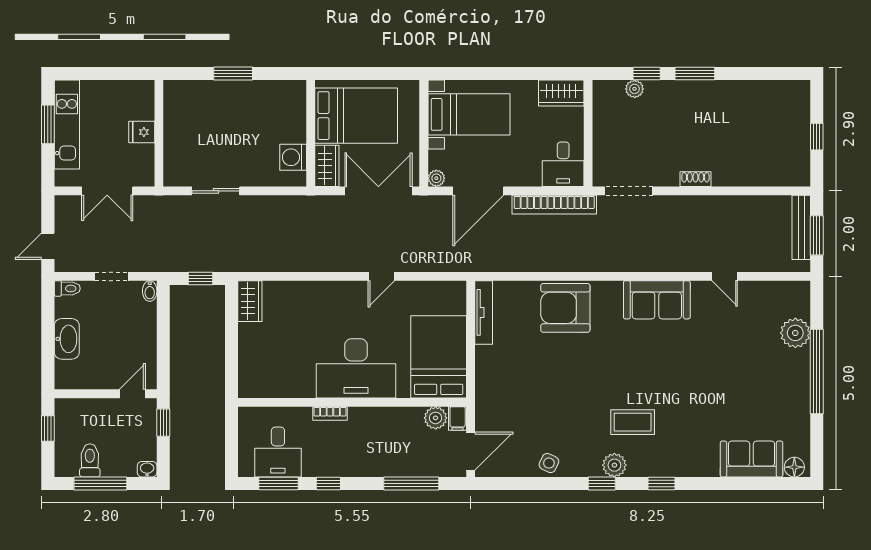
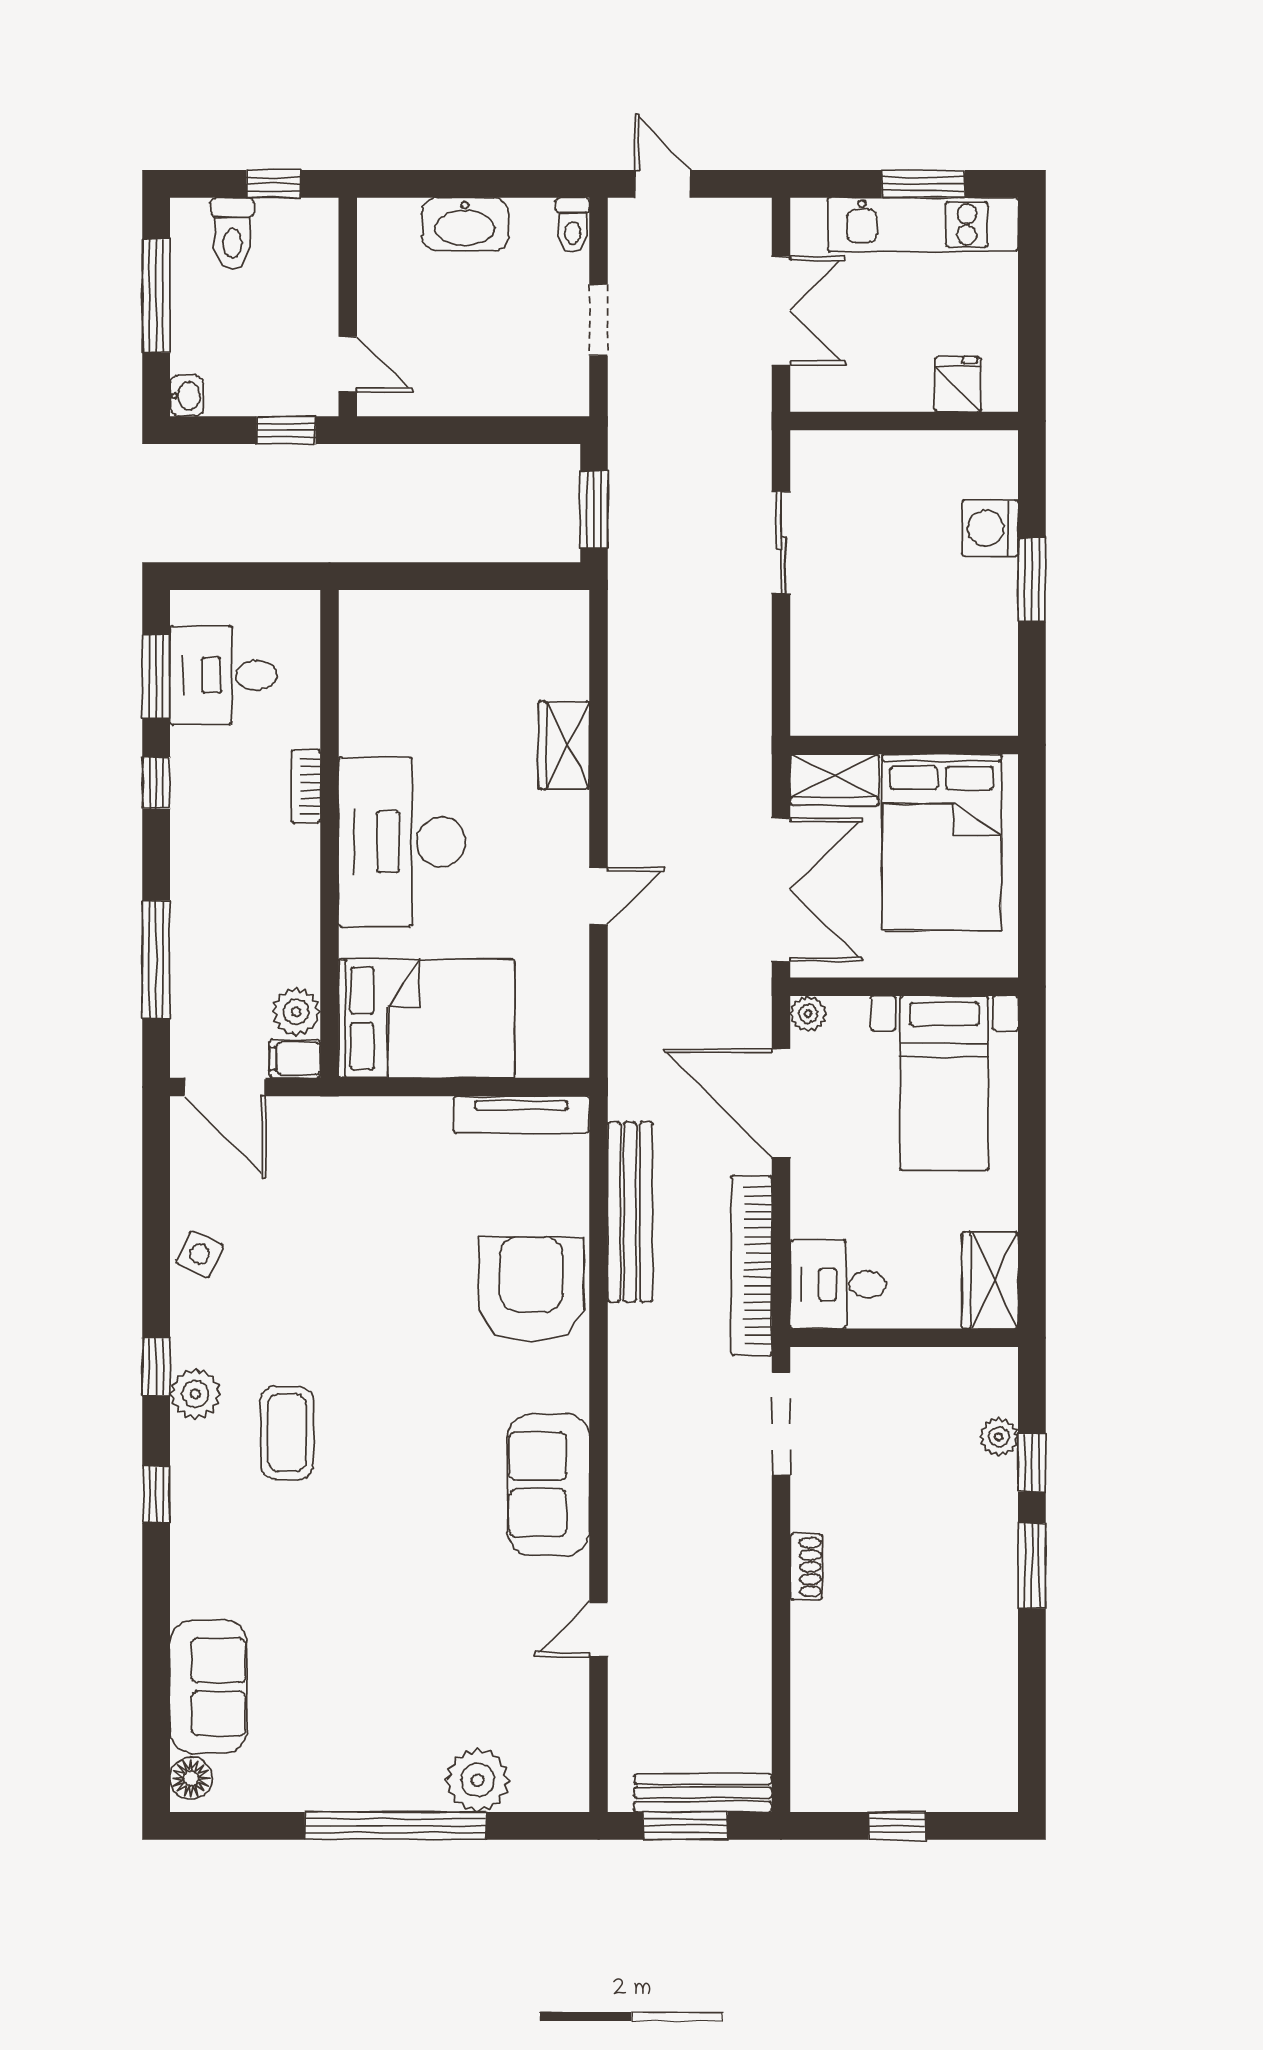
fridge: (142, 132) -> (958, 384), moved
washing machine: (293, 157) -> (990, 528), moved, turned -90
double door: (107, 191) -> (781, 311), swing flipped
bench: (529, 262) -> (630, 1212), added
door: (381, 276) -> (599, 896), swing flipped
window: (201, 278) -> (594, 510), width x1.50
bidet: (150, 291) -> (567, 401), removed
wardrobe: (250, 301) -> (564, 745), moved, turned 90
toilet: (90, 460) -> (232, 233), moved, turned 90

